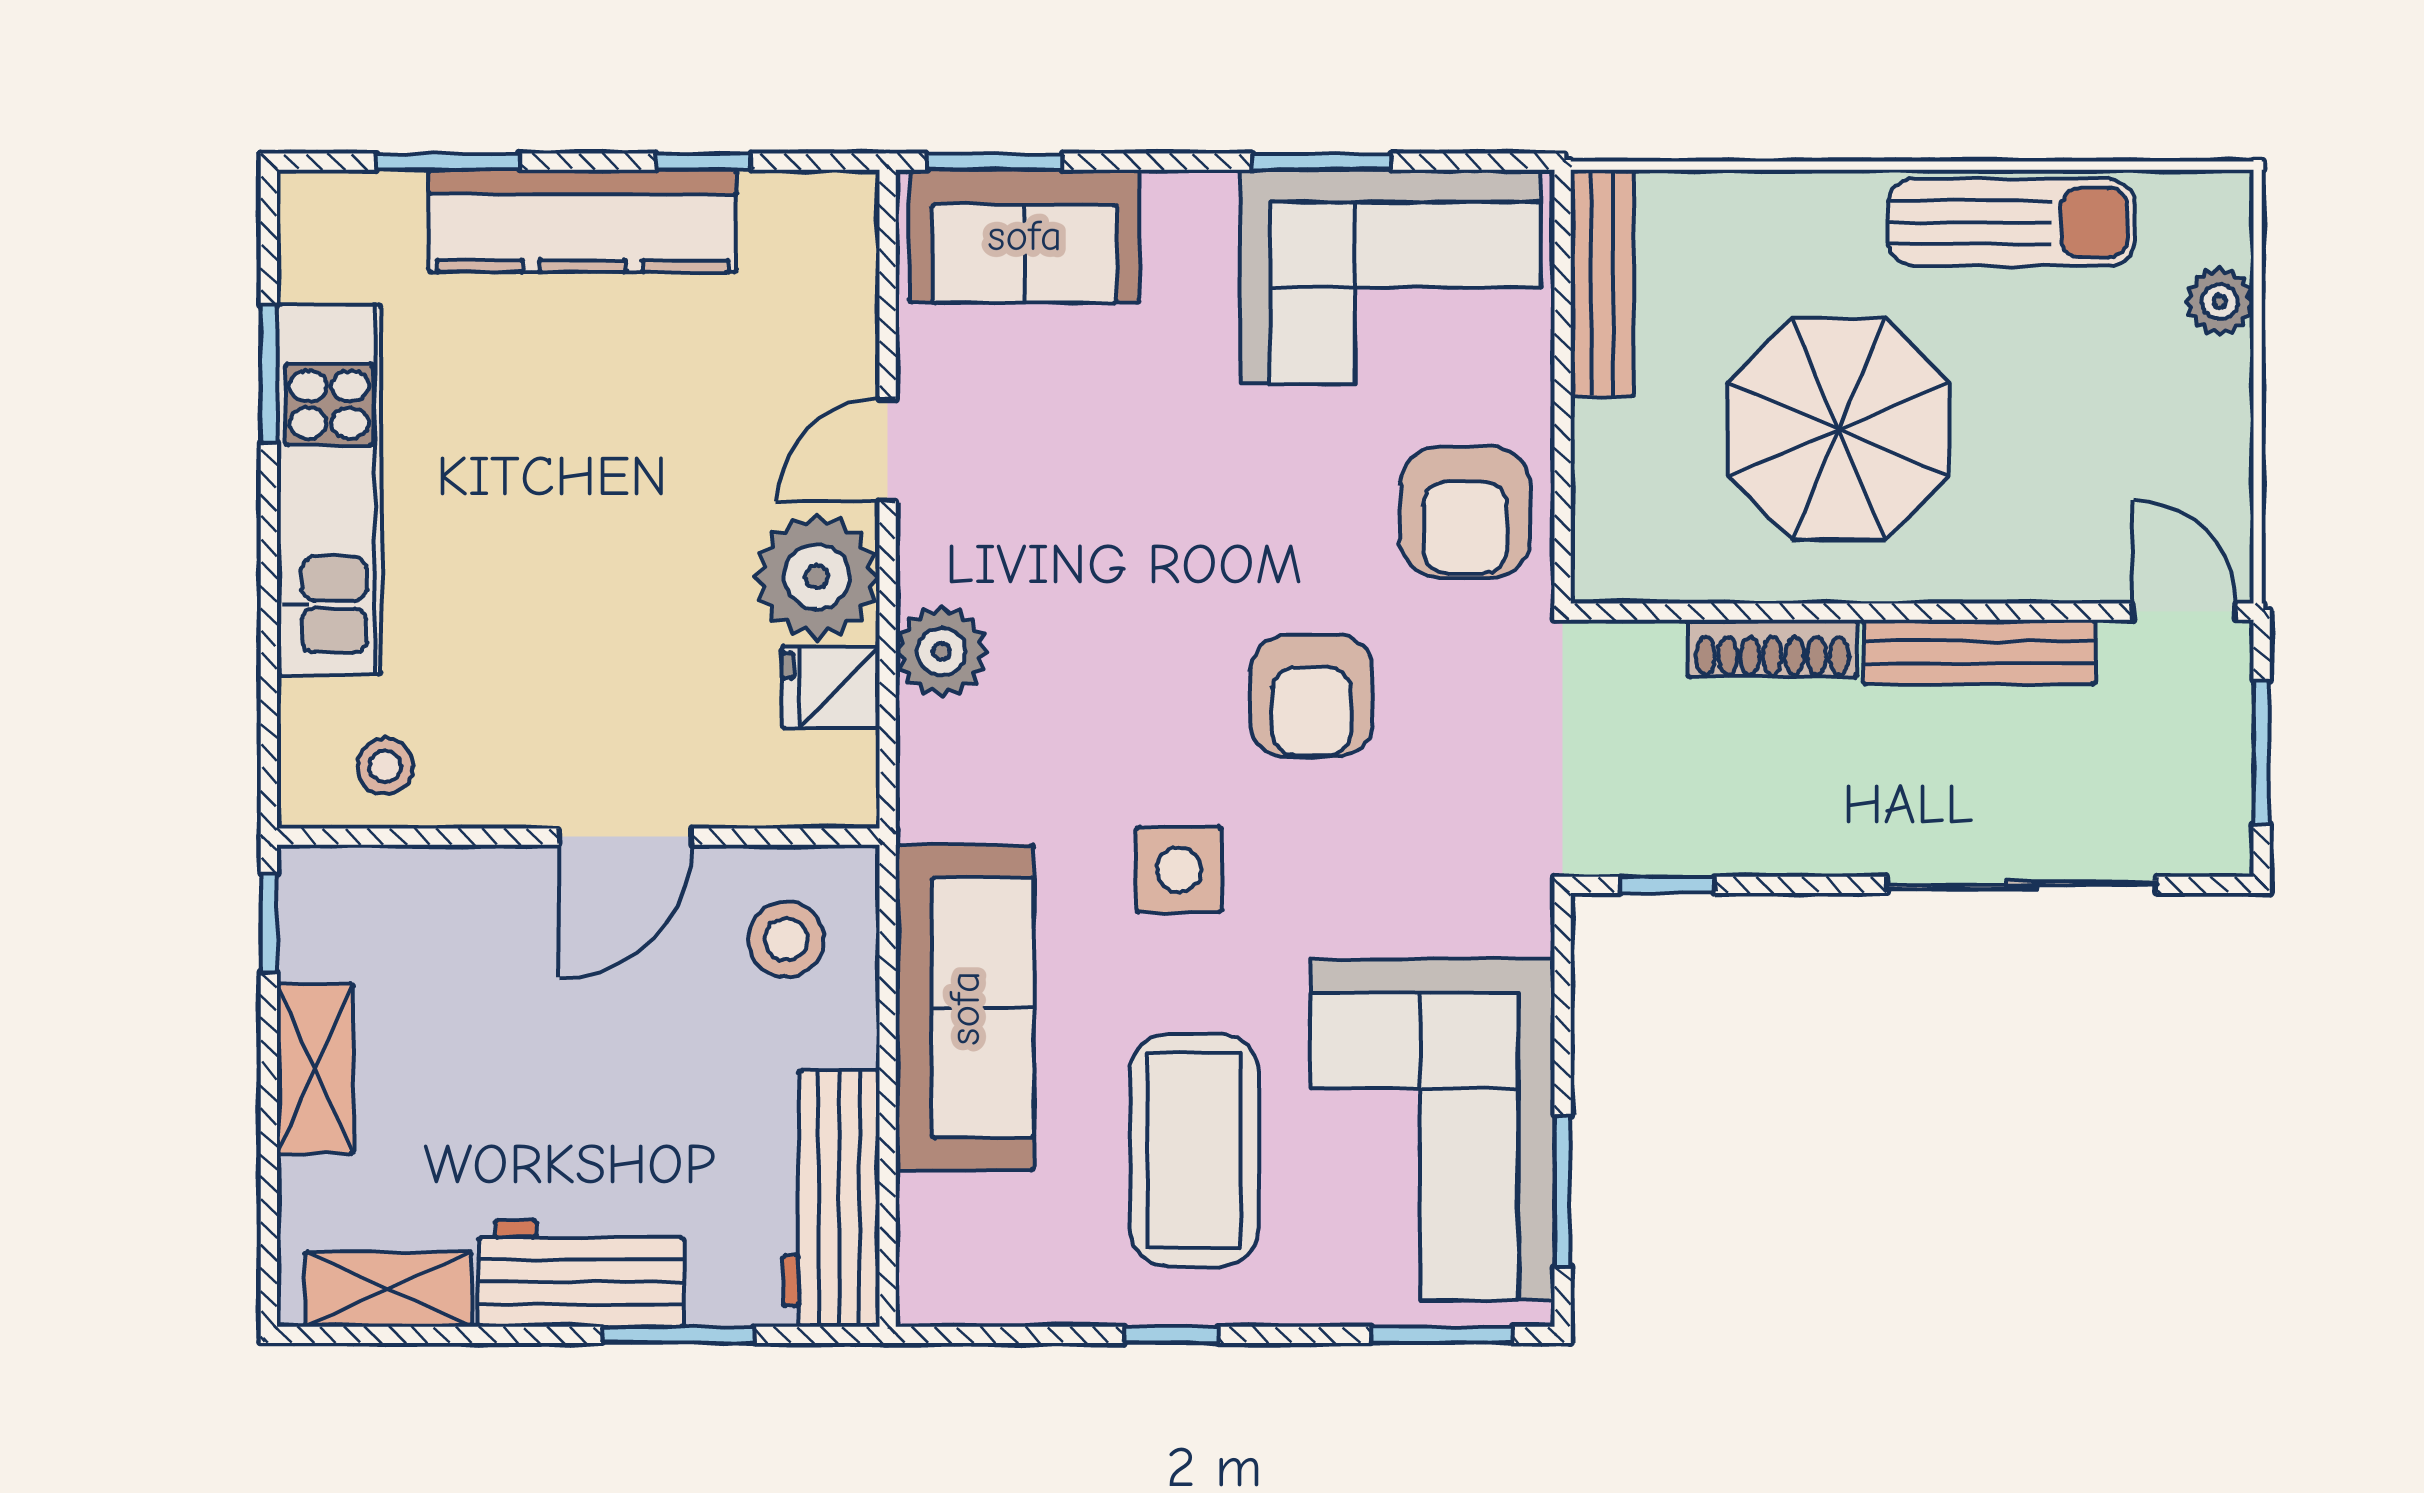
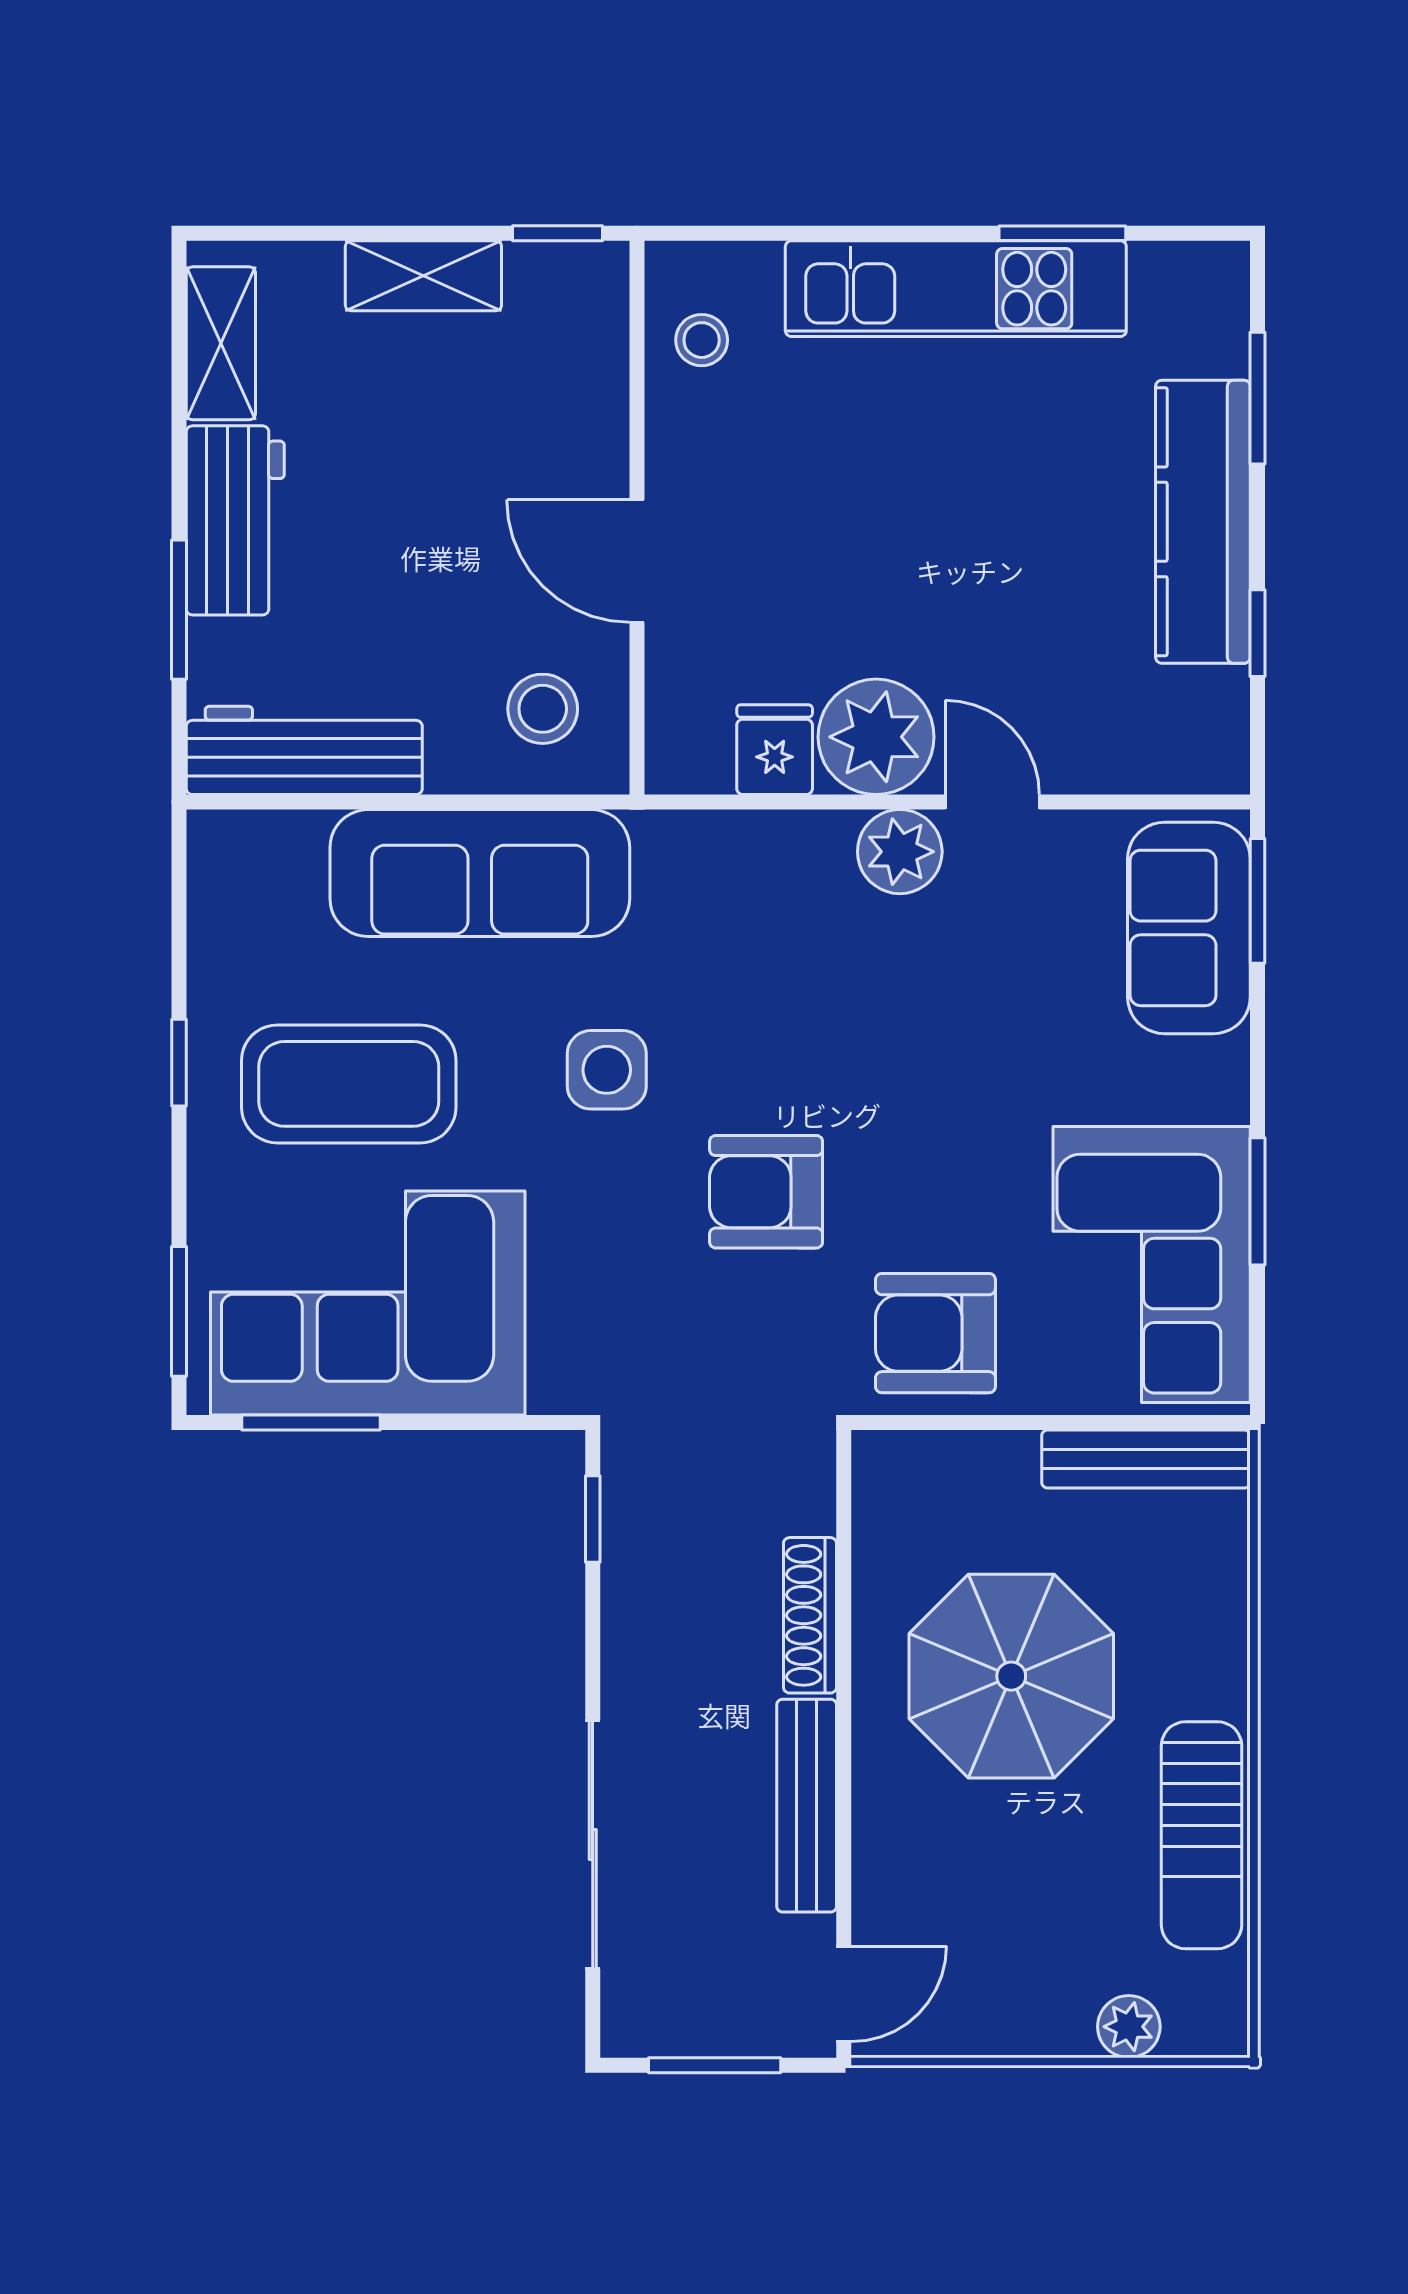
plant: (941, 651) -> (900, 852), moved

